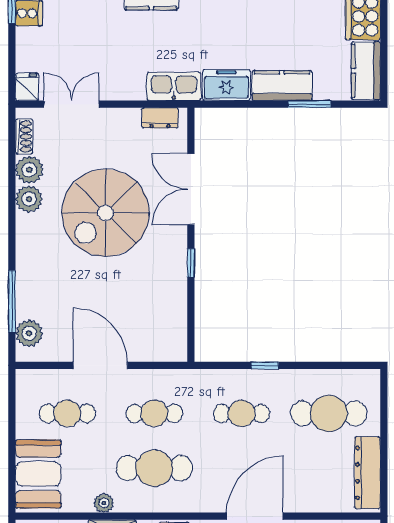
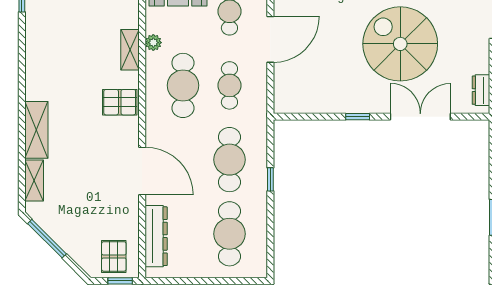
cafe table: (242, 413) -> (229, 160), width x1.37, depth x1.35
dresser: (368, 473) -> (156, 236), moved, turned 90

